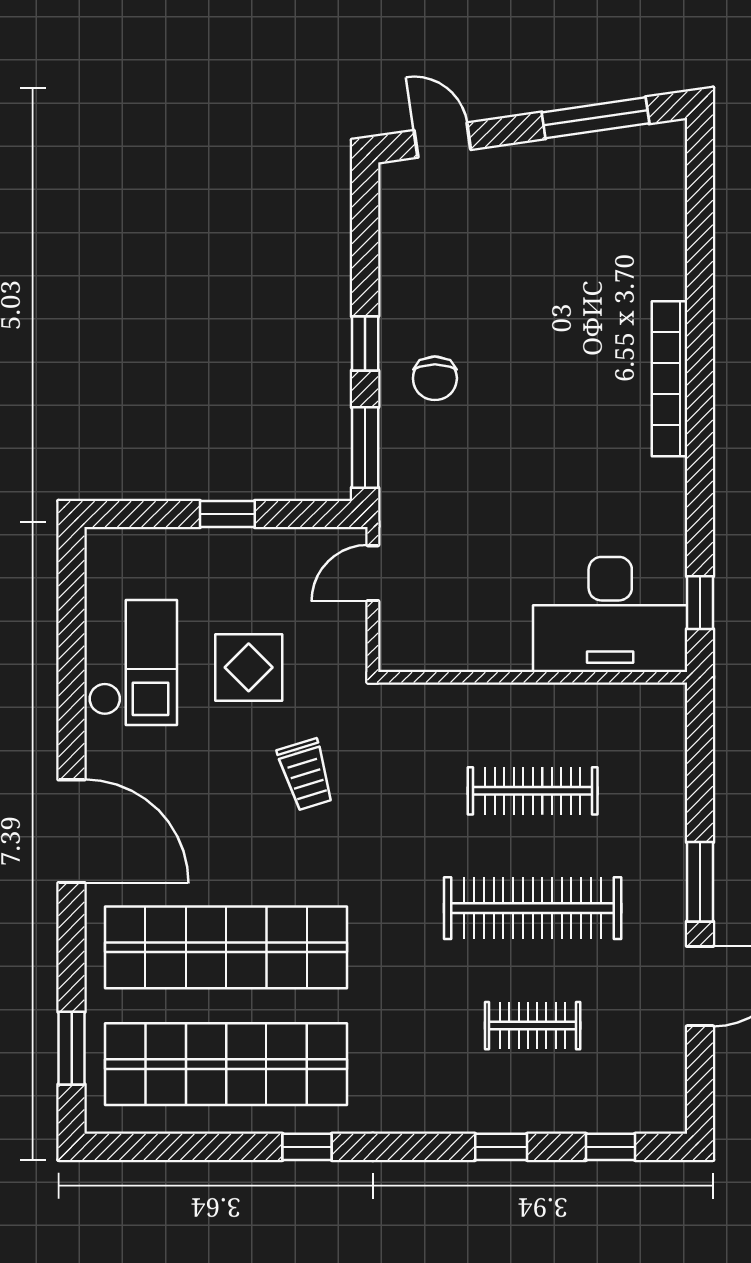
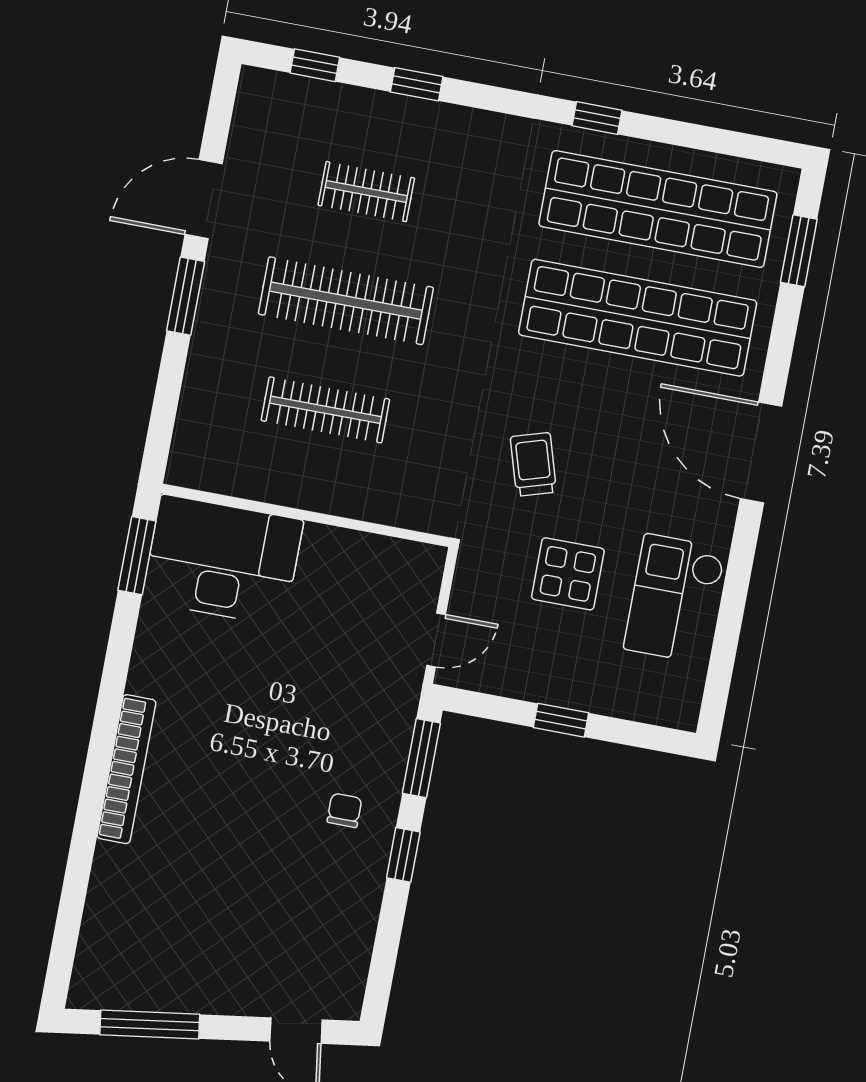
chair: (435, 378) -> (344, 810), width x0.73, depth x0.73
window: (700, 603) -> (137, 556), width x1.50

